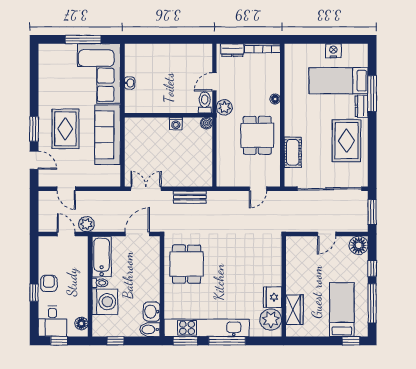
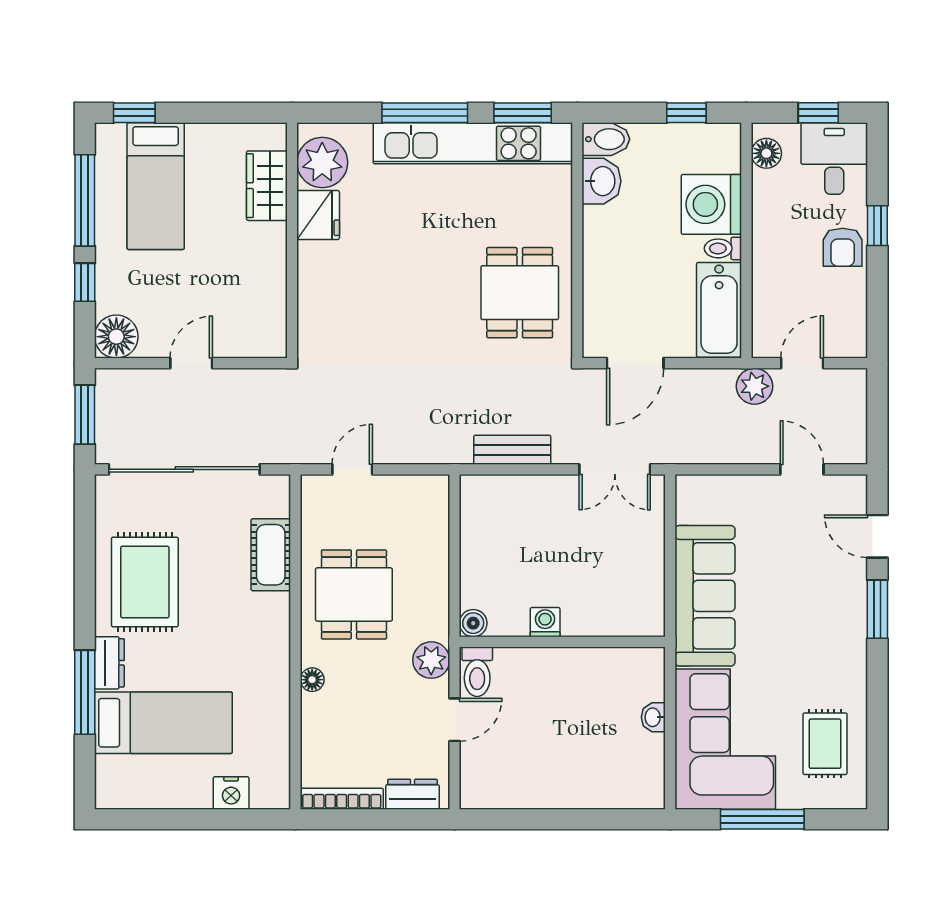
nightstand: (333, 51) -> (231, 793), moved
rug: (65, 129) -> (825, 744), moved, width x0.73, depth x0.70
door: (66, 234) -> (802, 363), swing flipped

